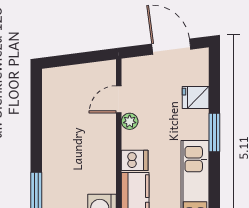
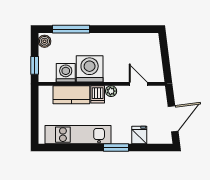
plant: (130, 121) -> (111, 91), moved
washing machine: (96, 172) -> (90, 69), added

